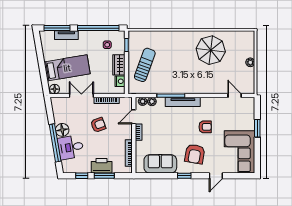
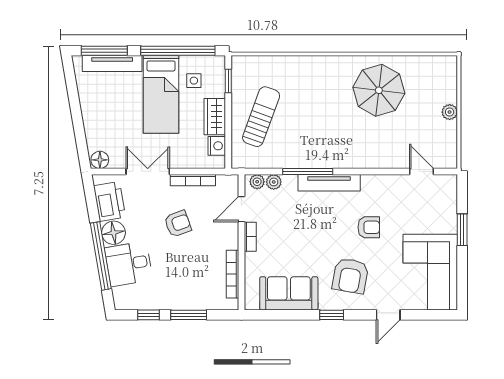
tv unit: (66, 35) -> (112, 64), width x1.41
bed: (67, 68) -> (161, 94), moved, turned 100
printer: (102, 166) -> (110, 201), moved, turned 80

